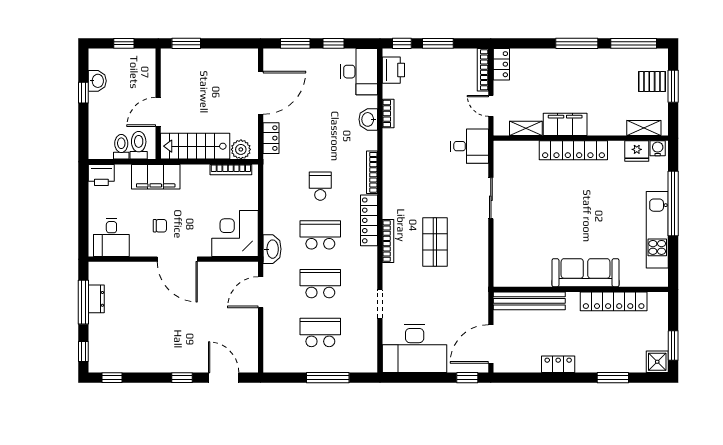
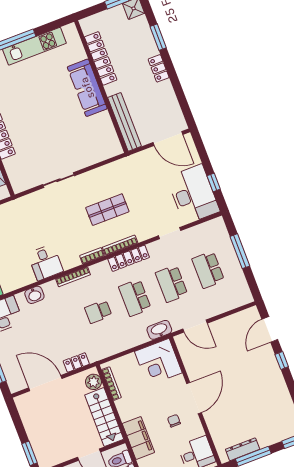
bookcase: (388, 114) -> (92, 256), moved
desk: (470, 146) -> (45, 262), moved, turned 180
locker: (369, 220) -> (129, 258), moved
dresser: (96, 299) -> (243, 449), width x1.44
locker: (558, 364) -> (159, 68), moved
window: (467, 378) -> (214, 182), moved

